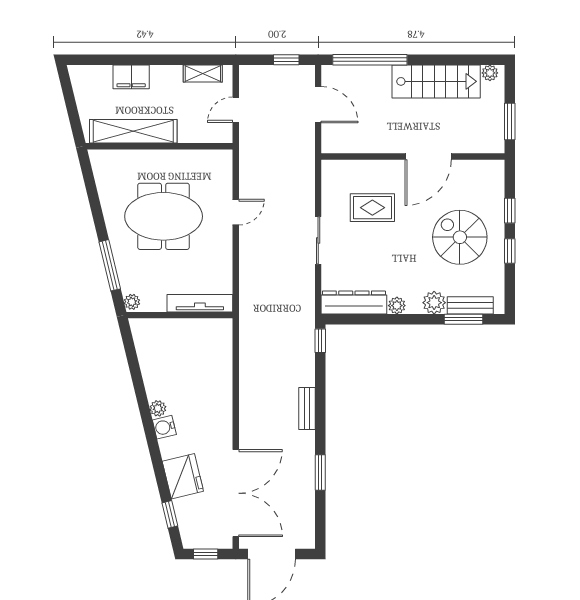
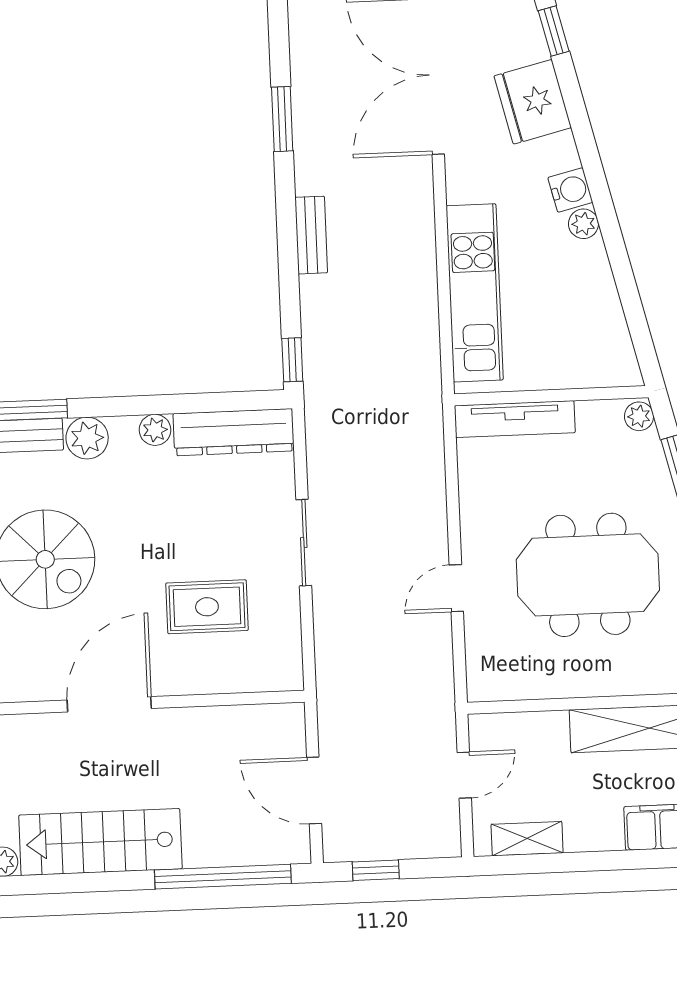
kitchen unit: (219, 373) -> (475, 293), added

